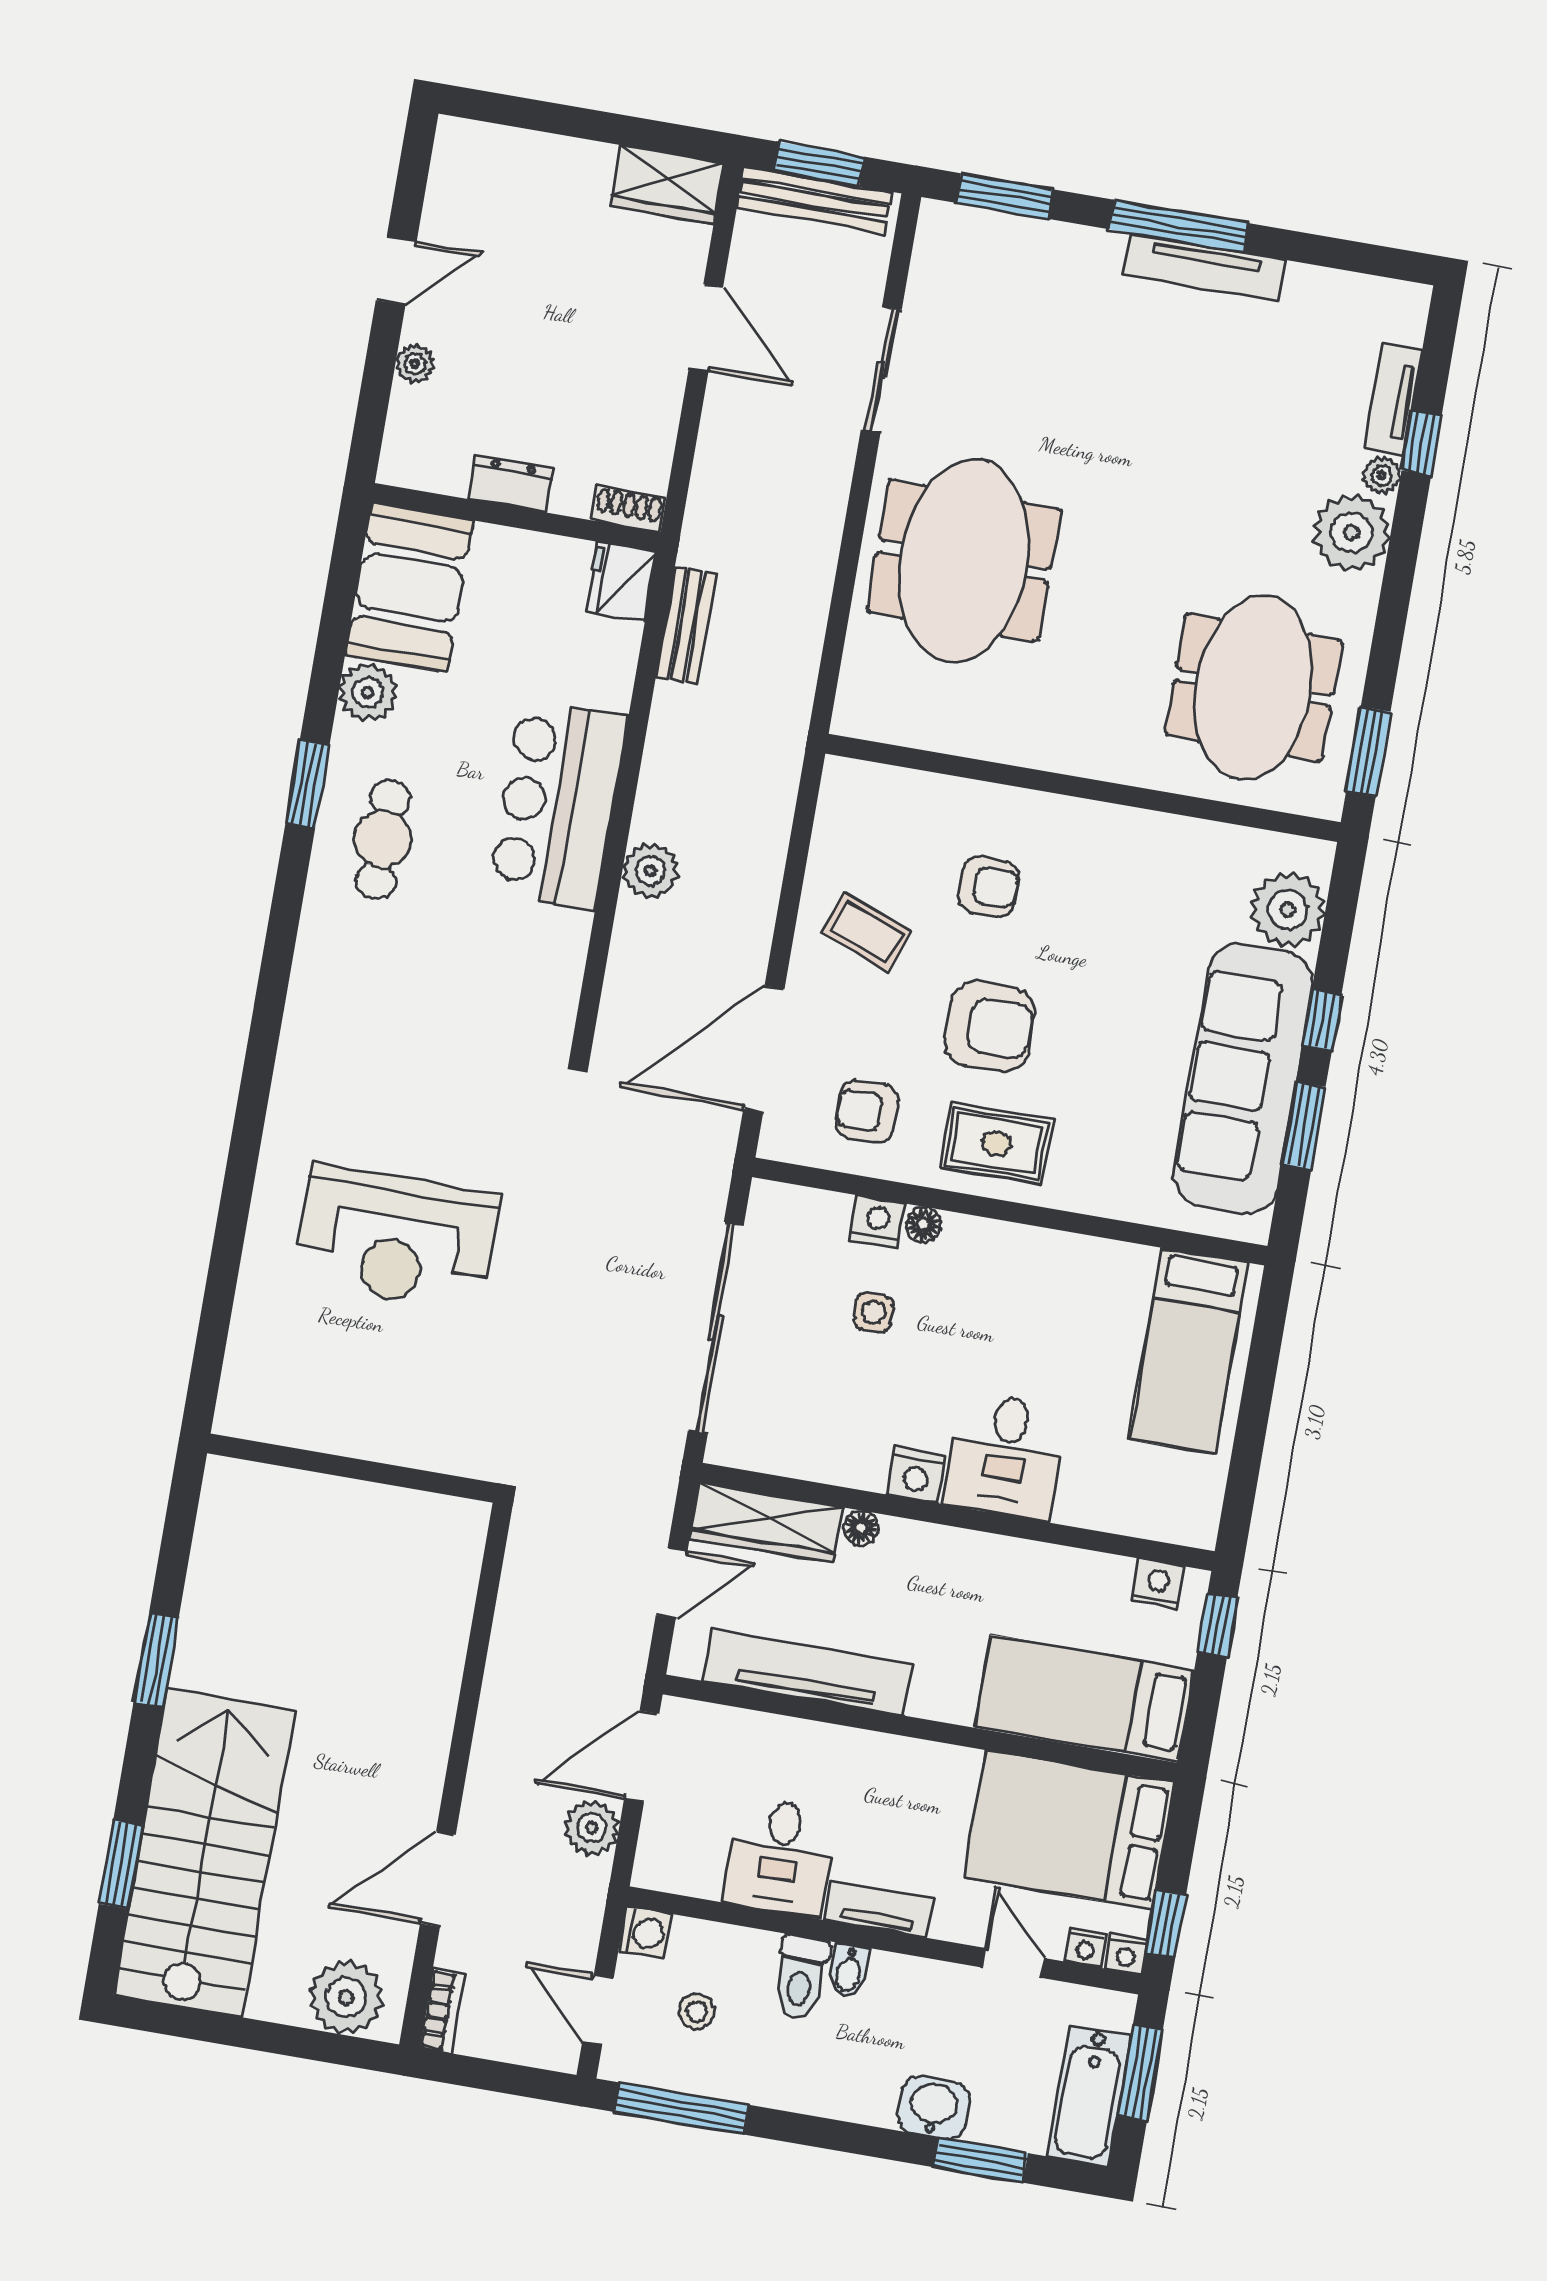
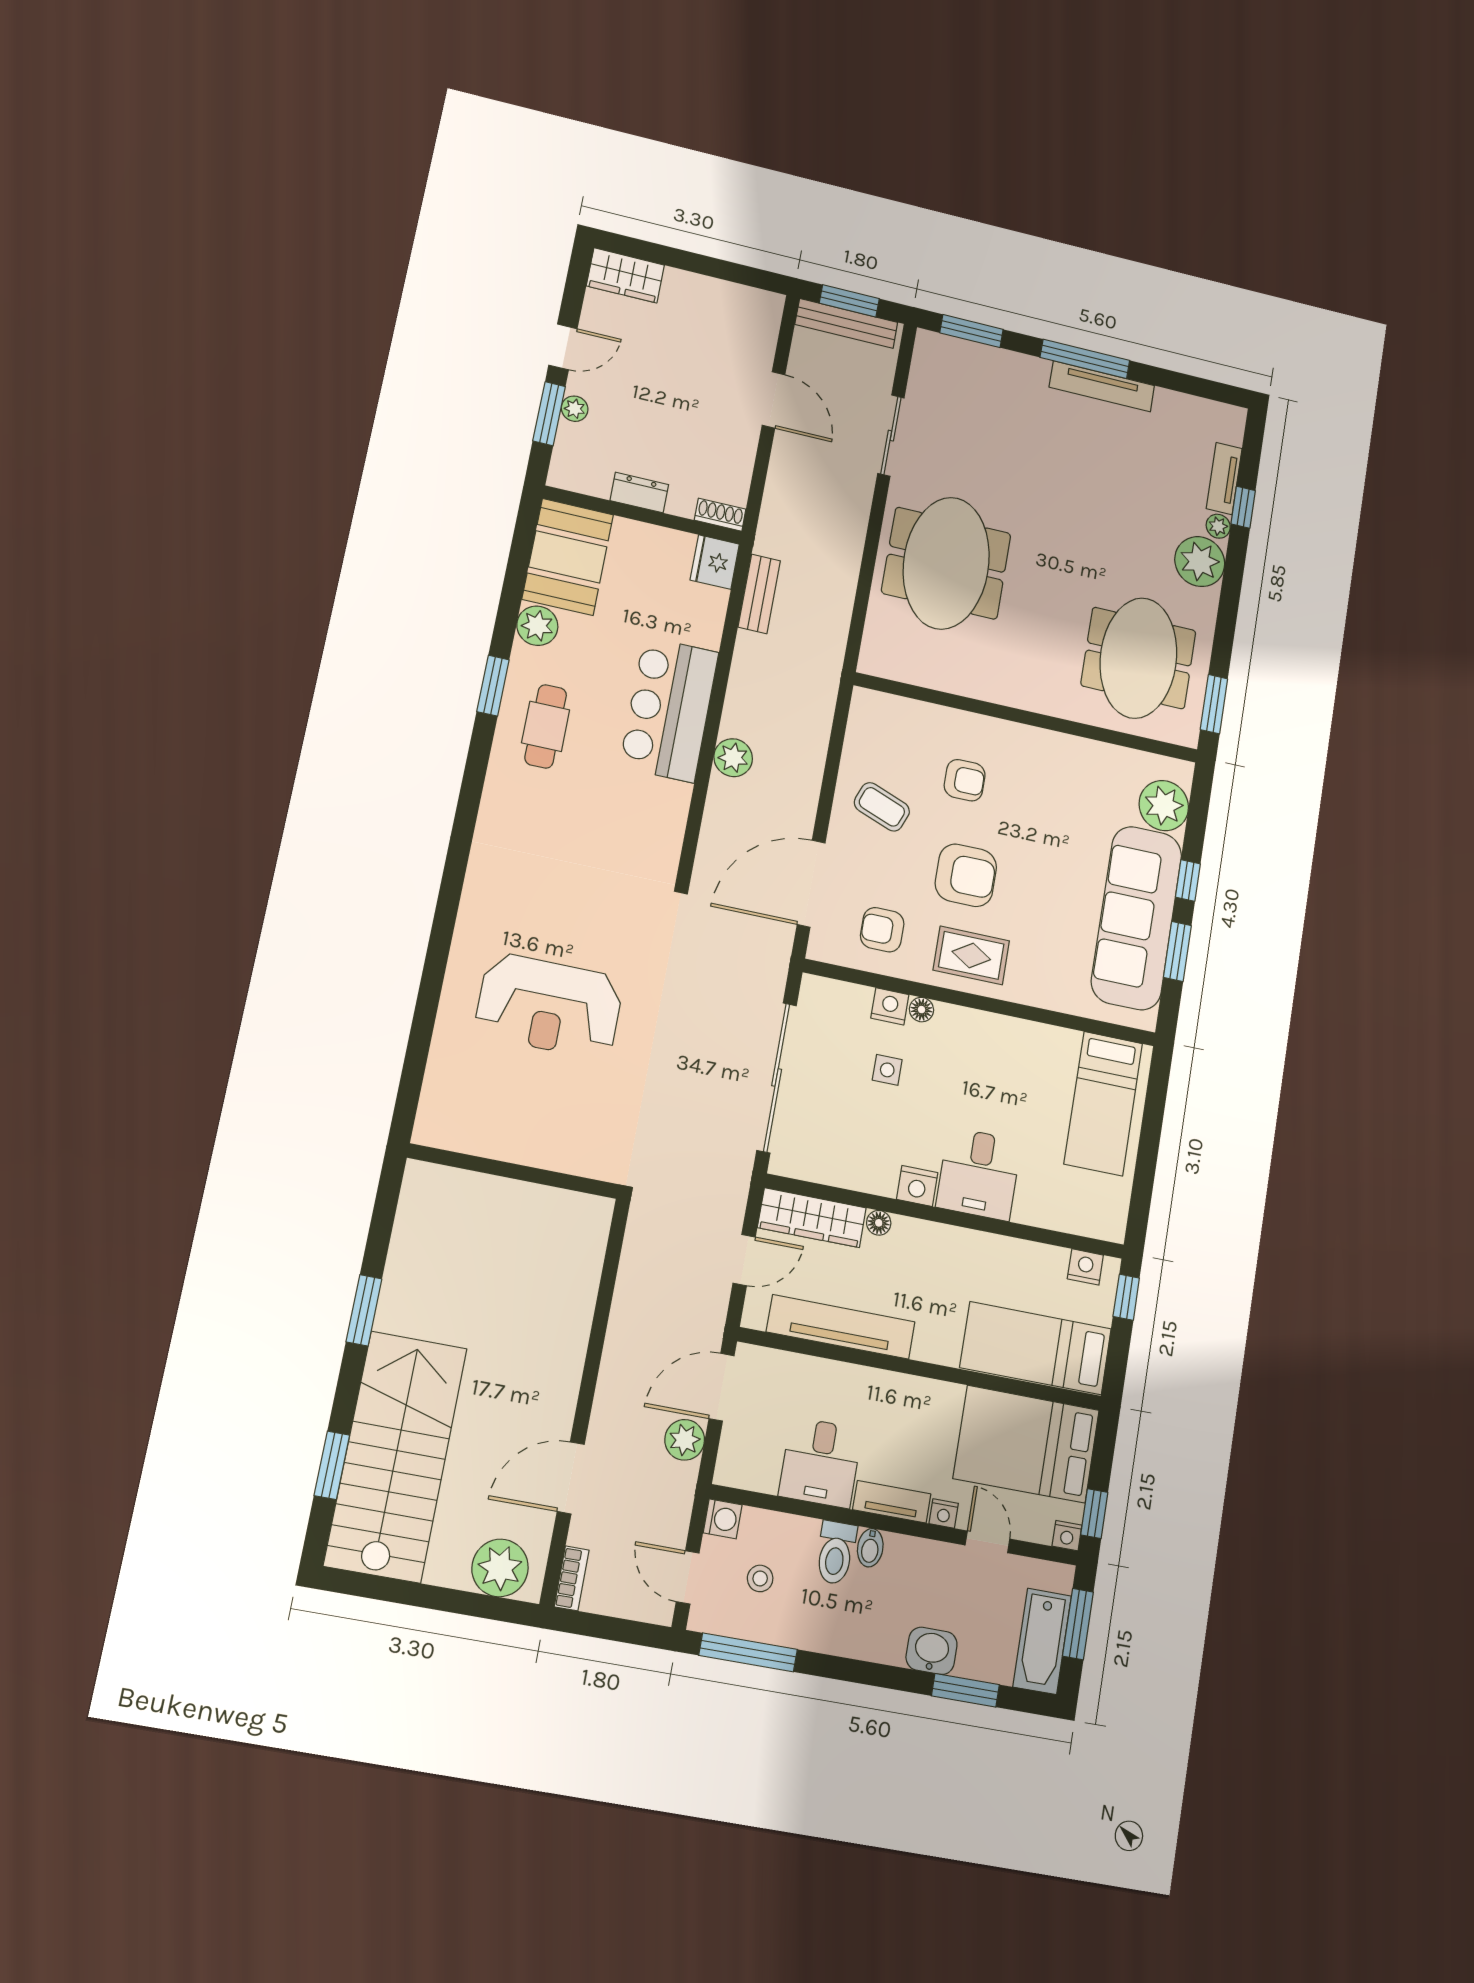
wardrobe: (667, 184) -> (625, 275), moved
window: (378, 374) -> (549, 414), added
nightstand: (1086, 1948) -> (944, 1514), moved

